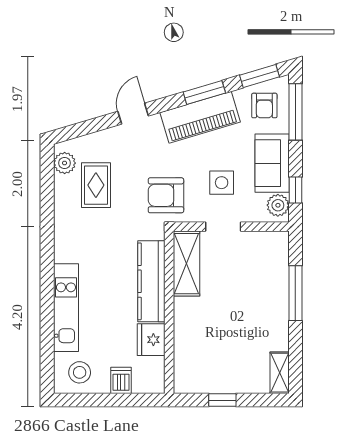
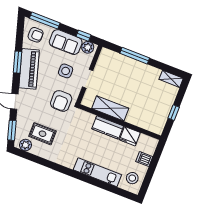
window: (259, 76) -> (12, 130), moved
shelving: (187, 264) -> (110, 108), moved
kitchen counter: (151, 281) -> (108, 127), width x0.67

